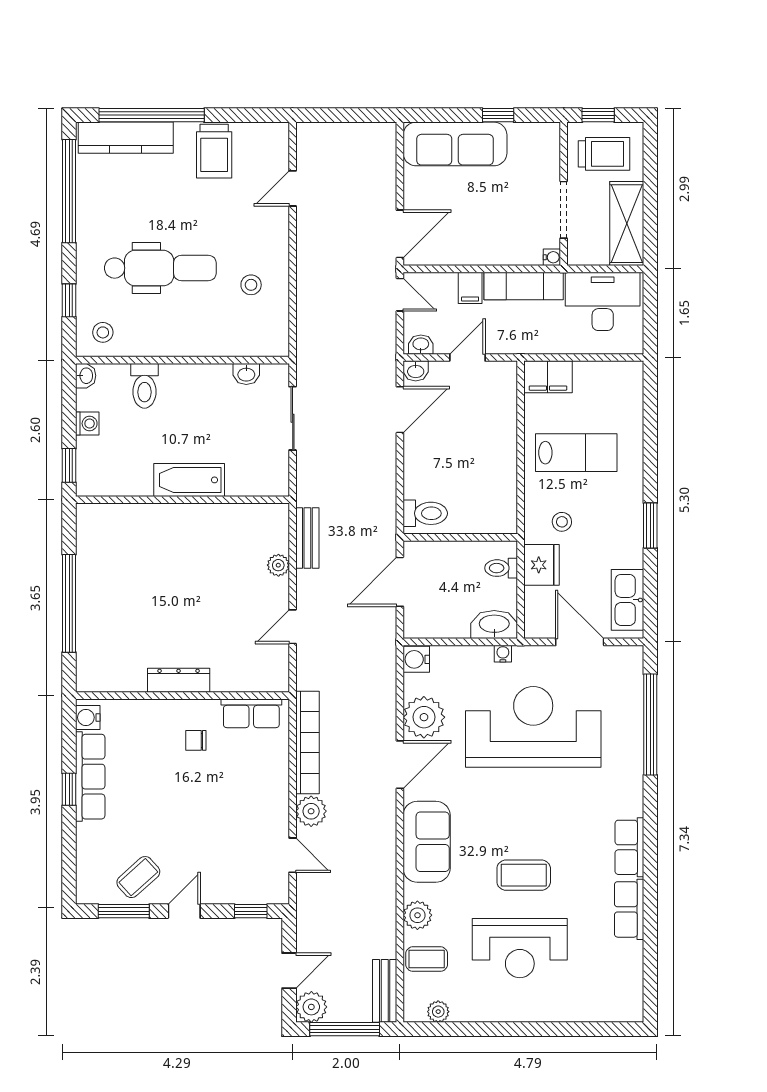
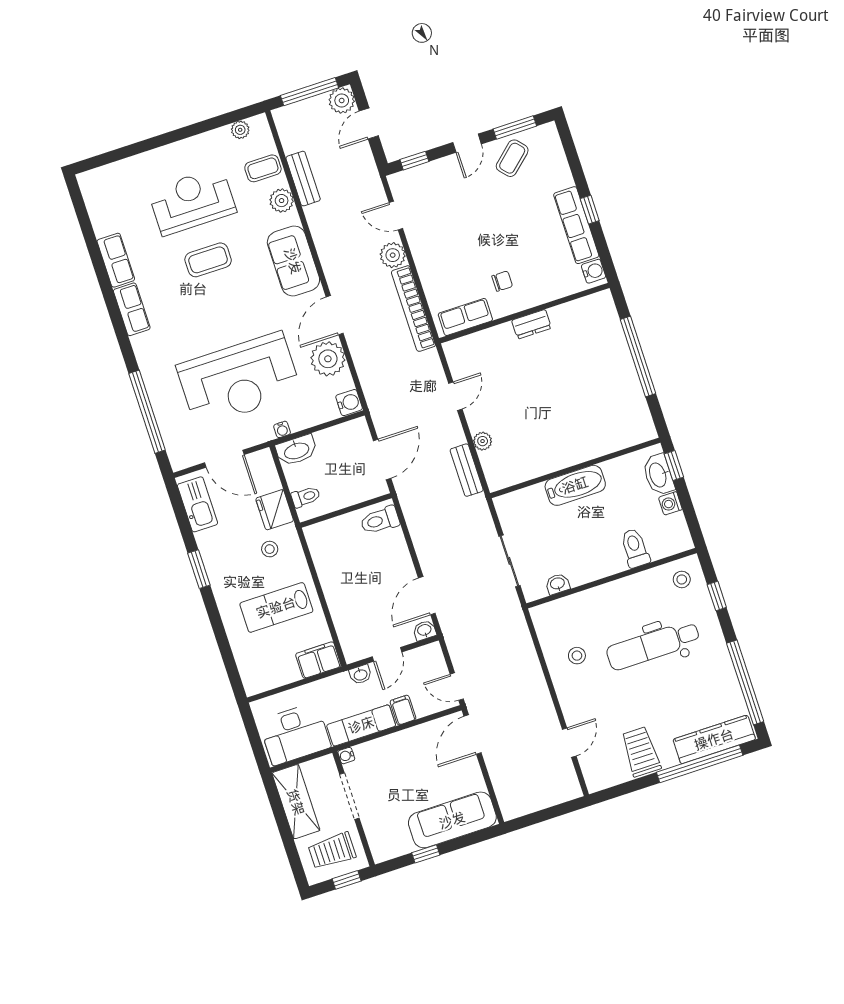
washbasin: (421, 345) -> (360, 674), moved
washbasin: (86, 376) -> (658, 475), moved, width x1.91, depth x1.45
dresser: (179, 680) -> (531, 324), width x0.70
bench: (385, 991) -> (303, 179), moved

